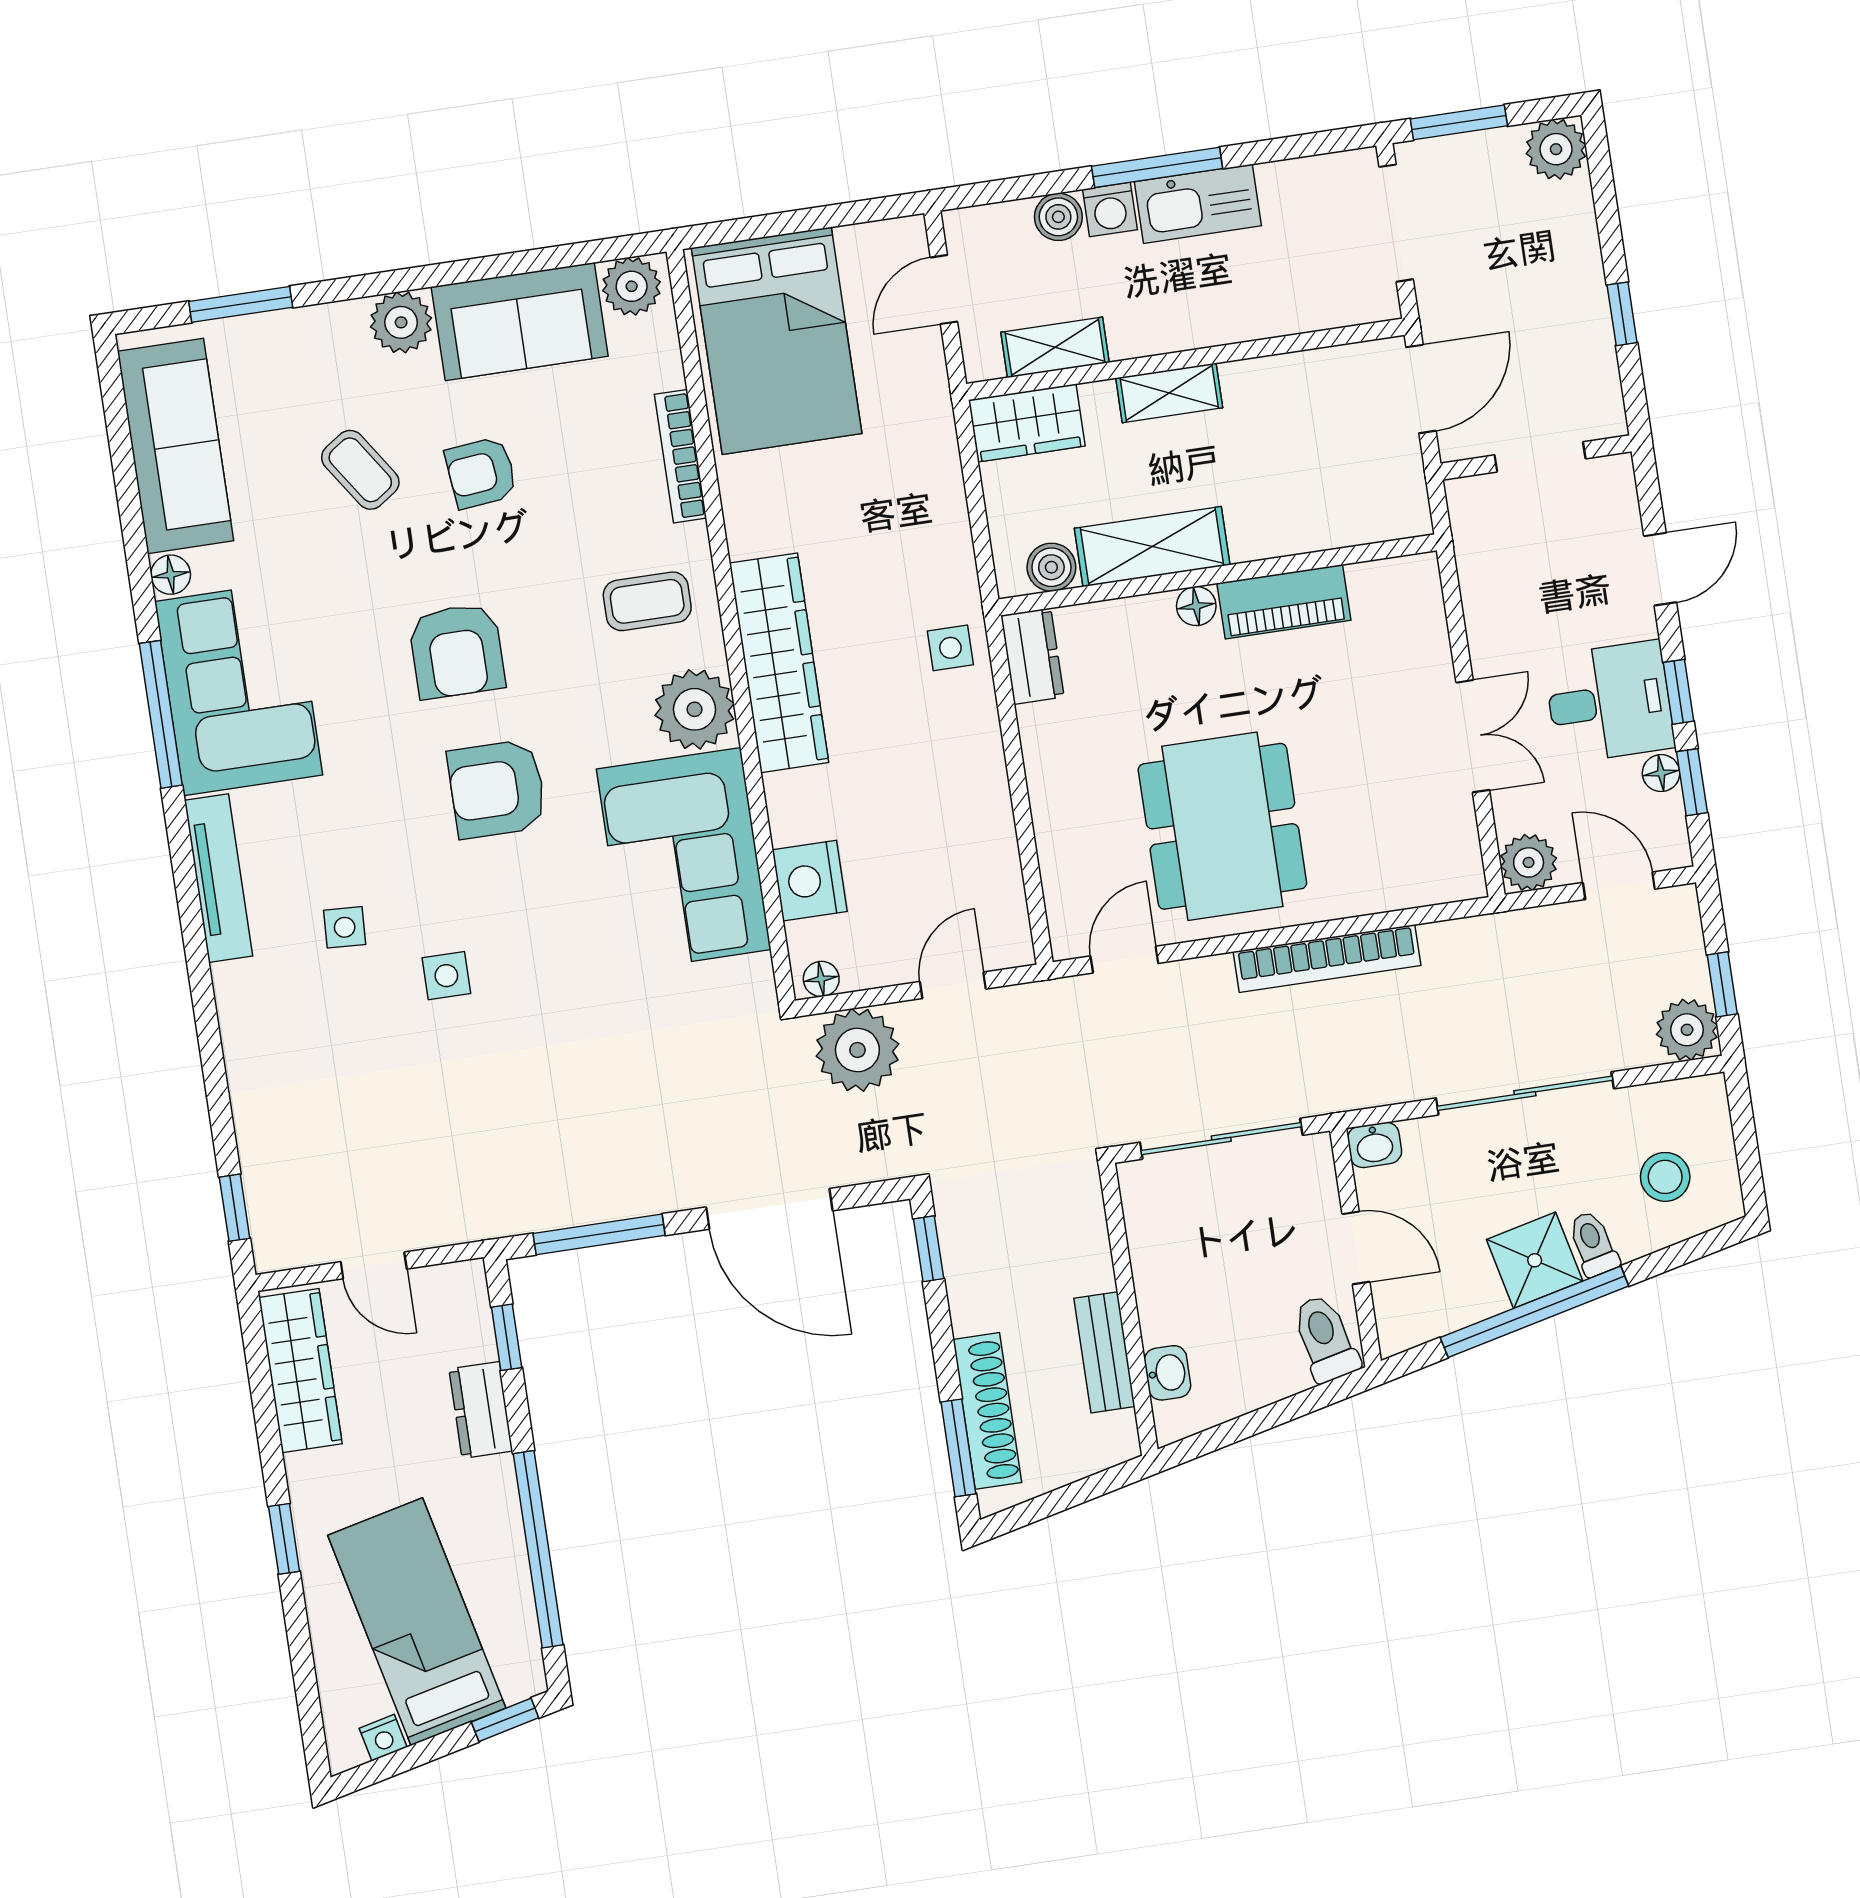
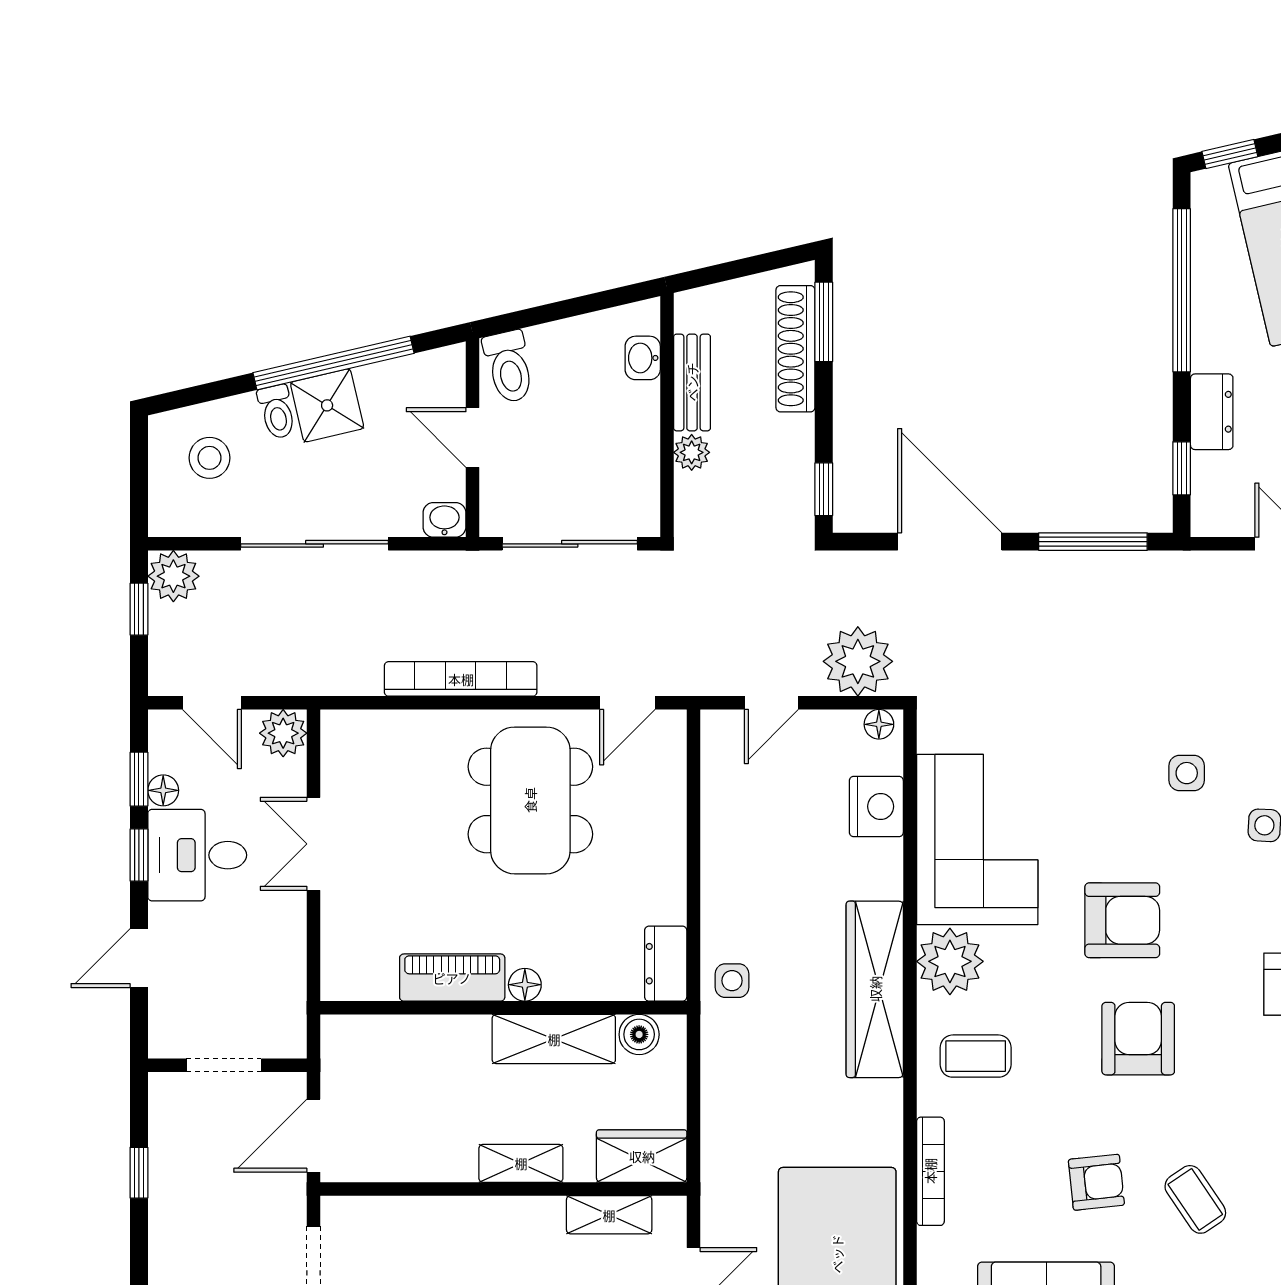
plant: (1092, 1269) -> (692, 452), added

